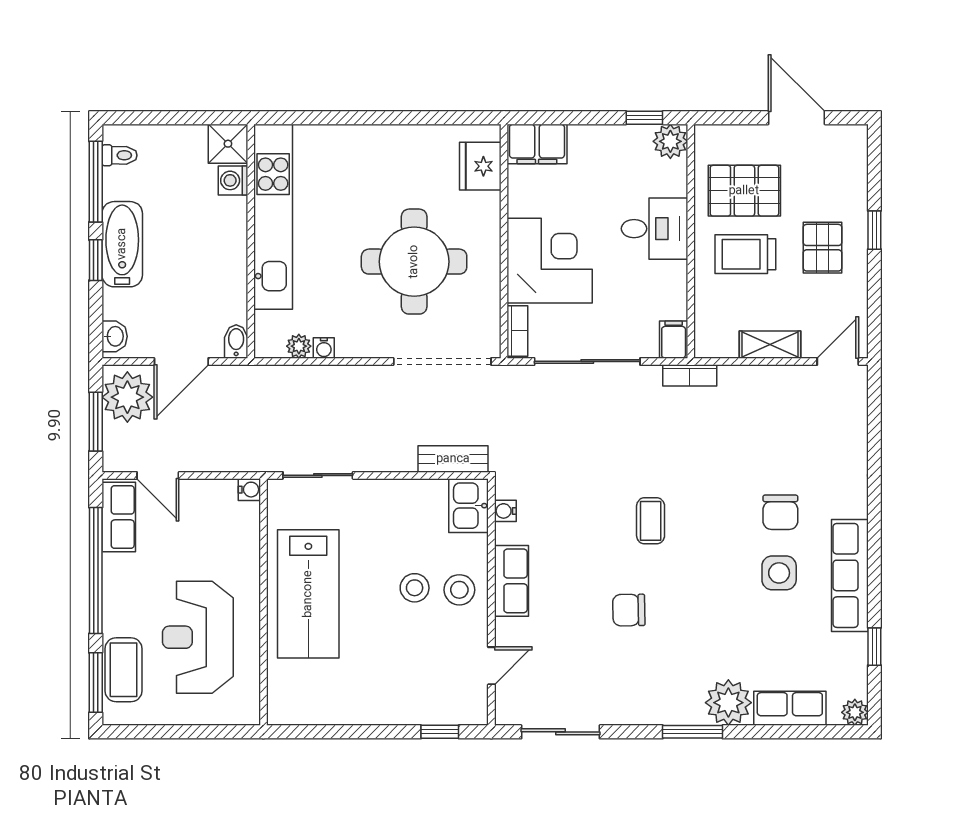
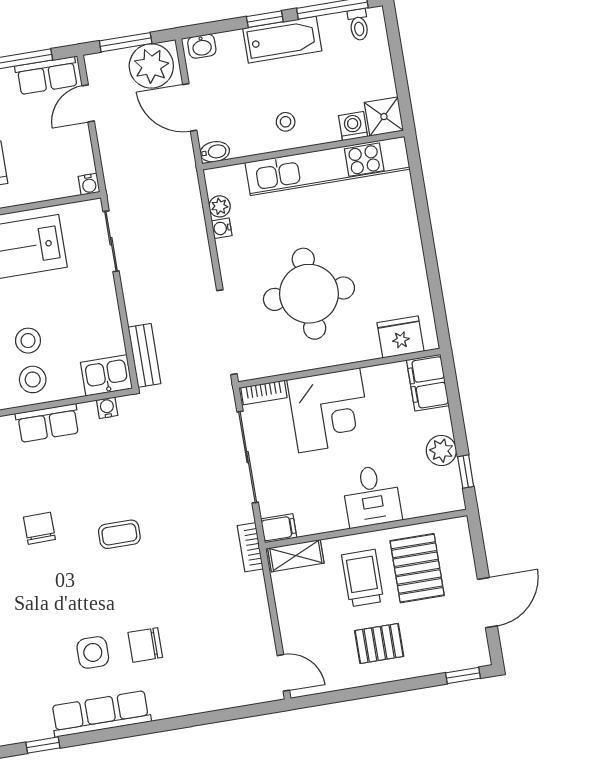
plant: (670, 141) -> (441, 451), moved
window: (874, 230) -> (463, 676), moved
stool: (216, 256) -> (286, 122), added
shelving: (770, 345) -> (296, 556), moved, turned 90

